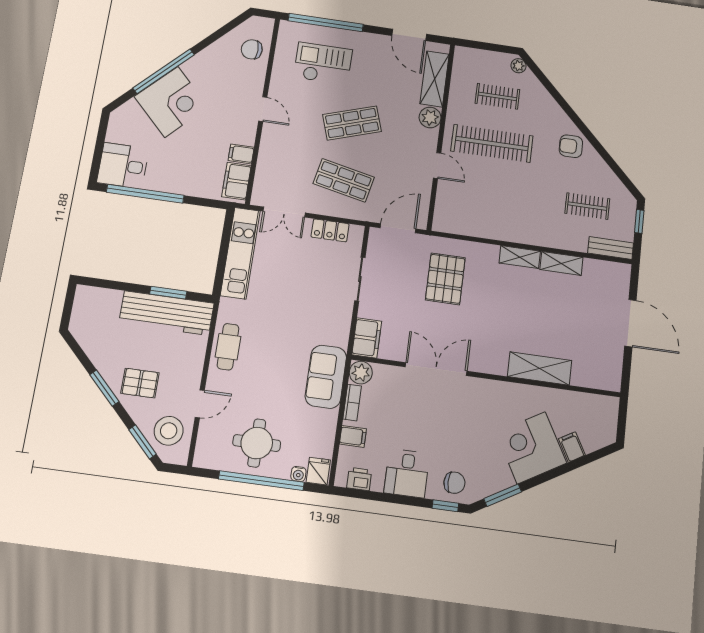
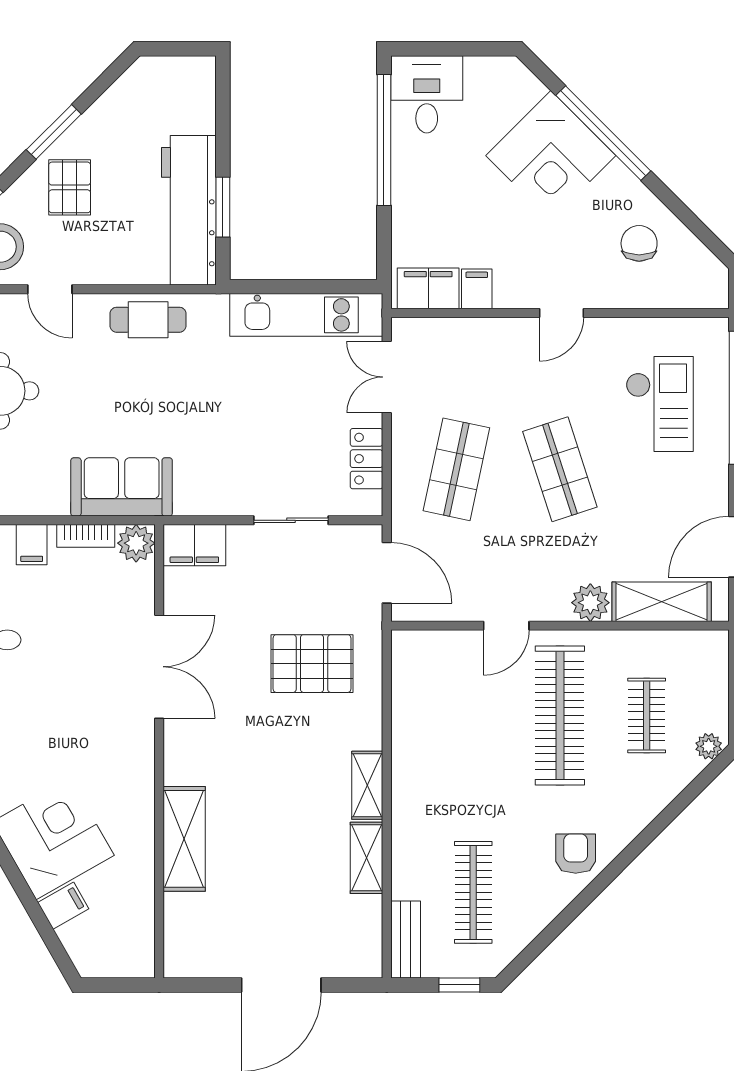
chair: (252, 49) -> (639, 243), moved
clothes rail: (587, 206) -> (473, 892), width x1.36

